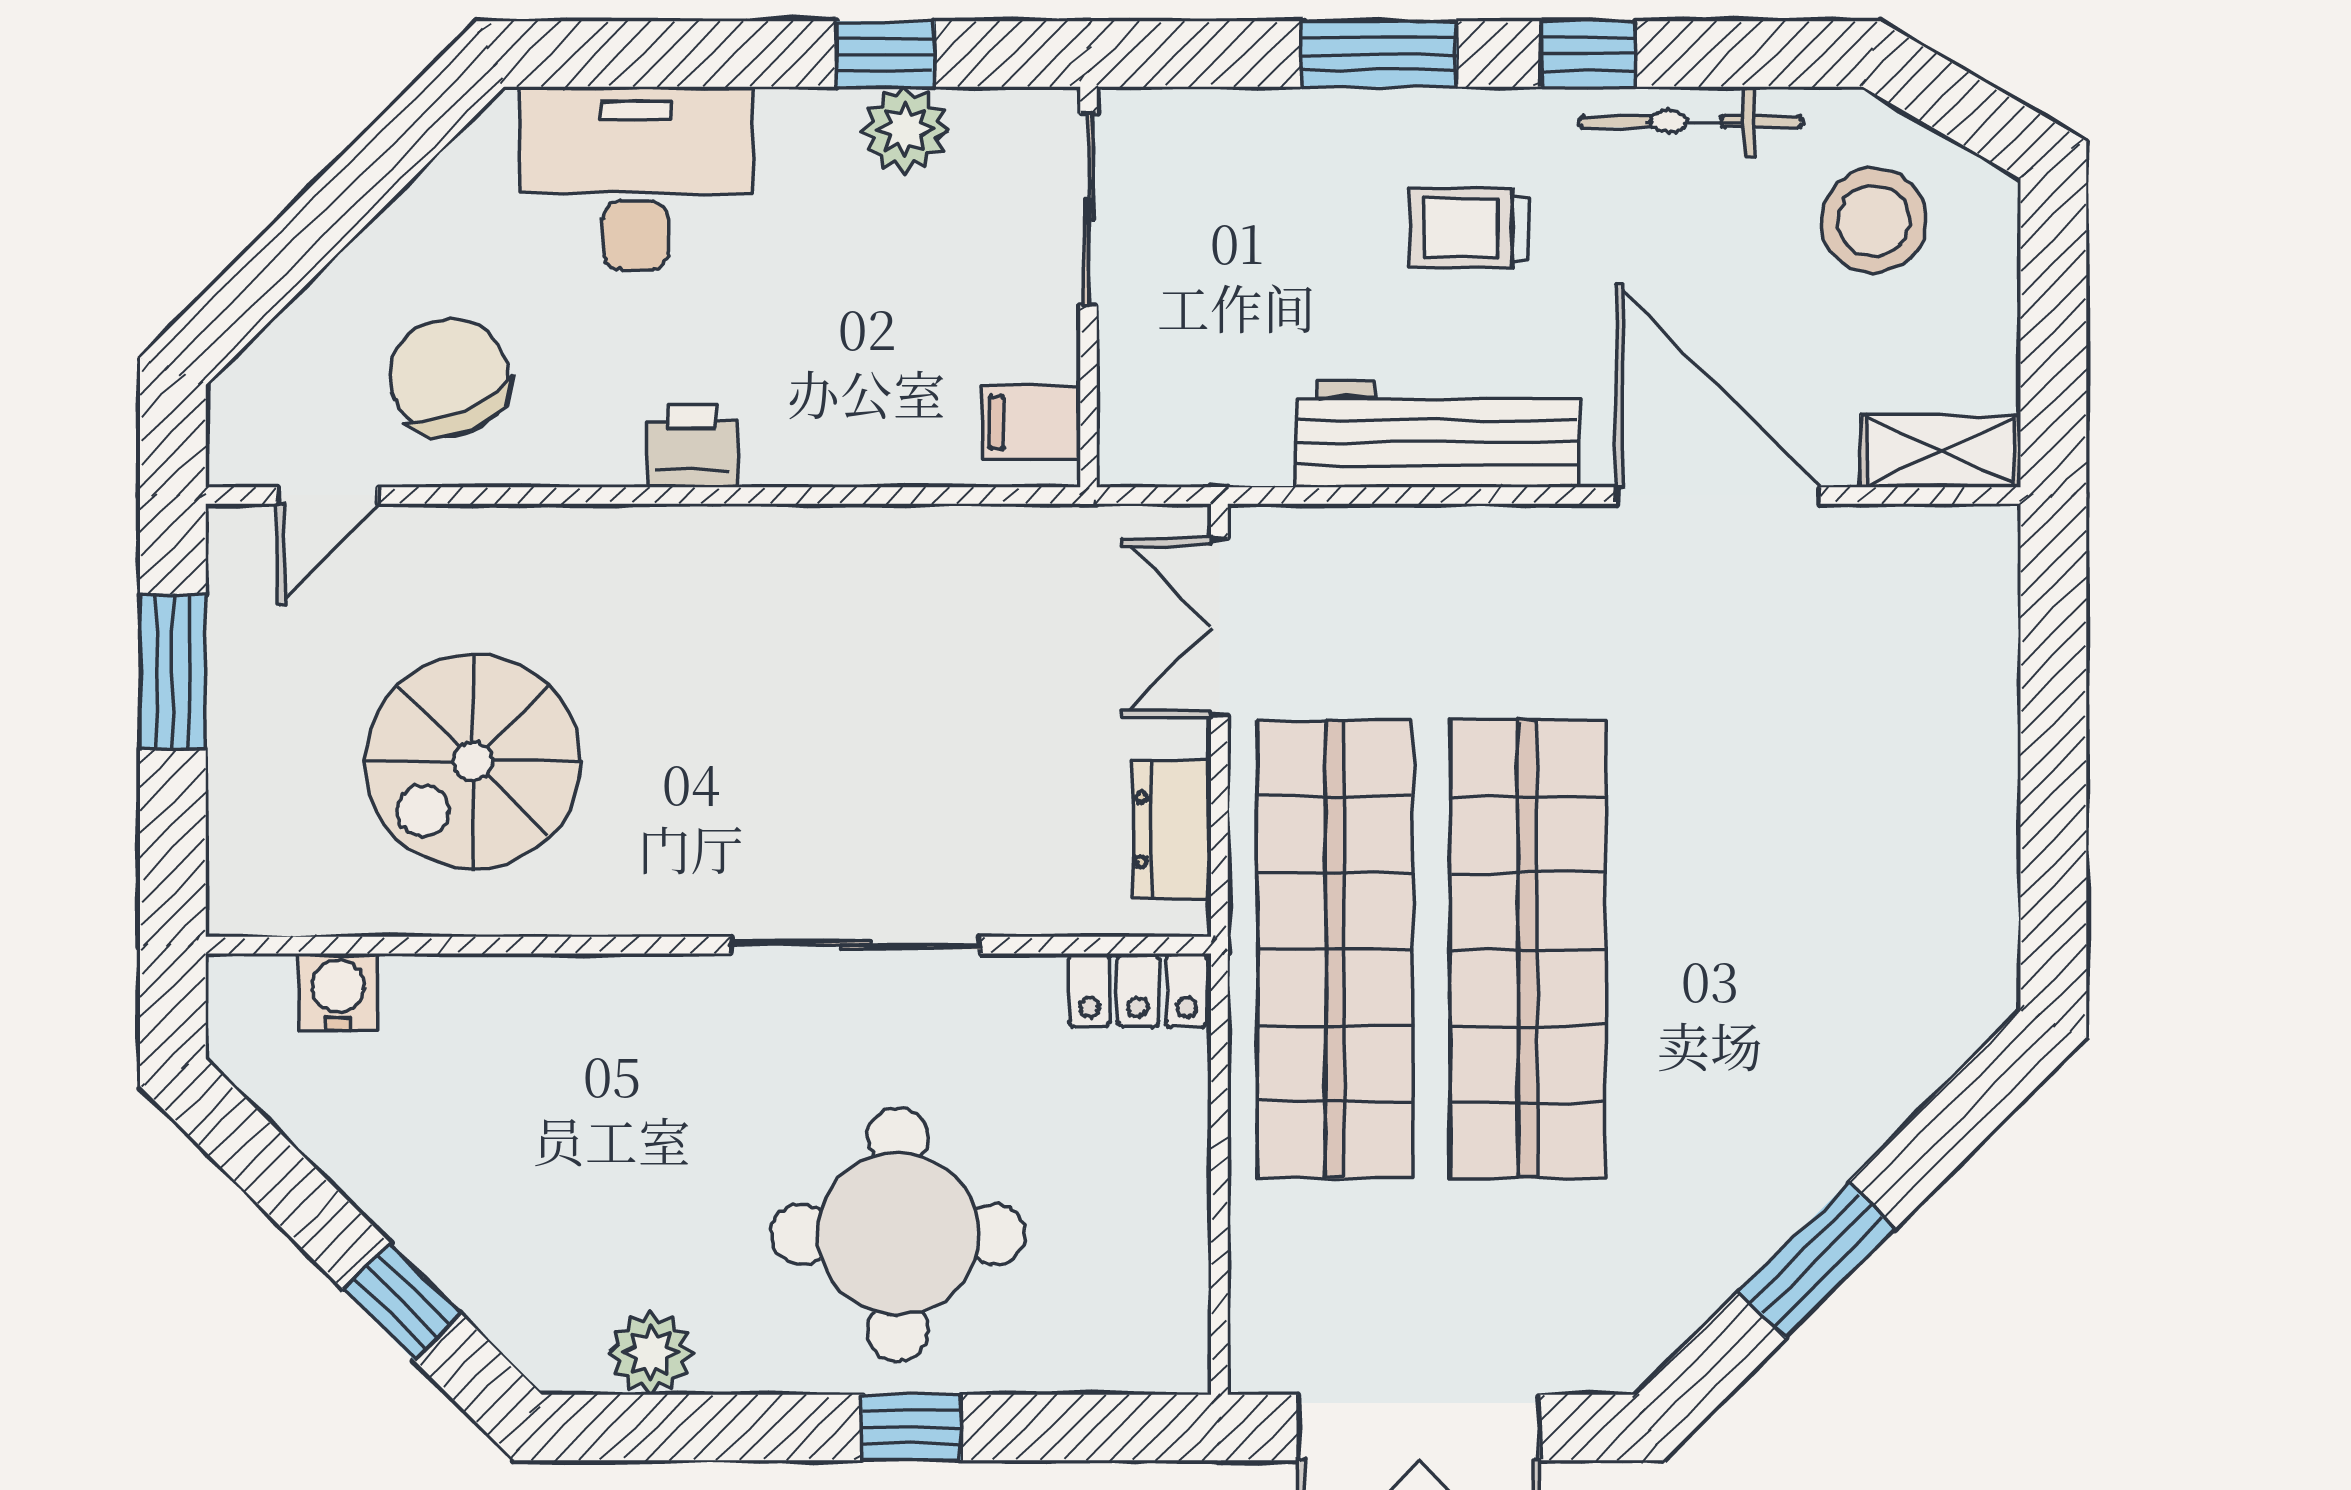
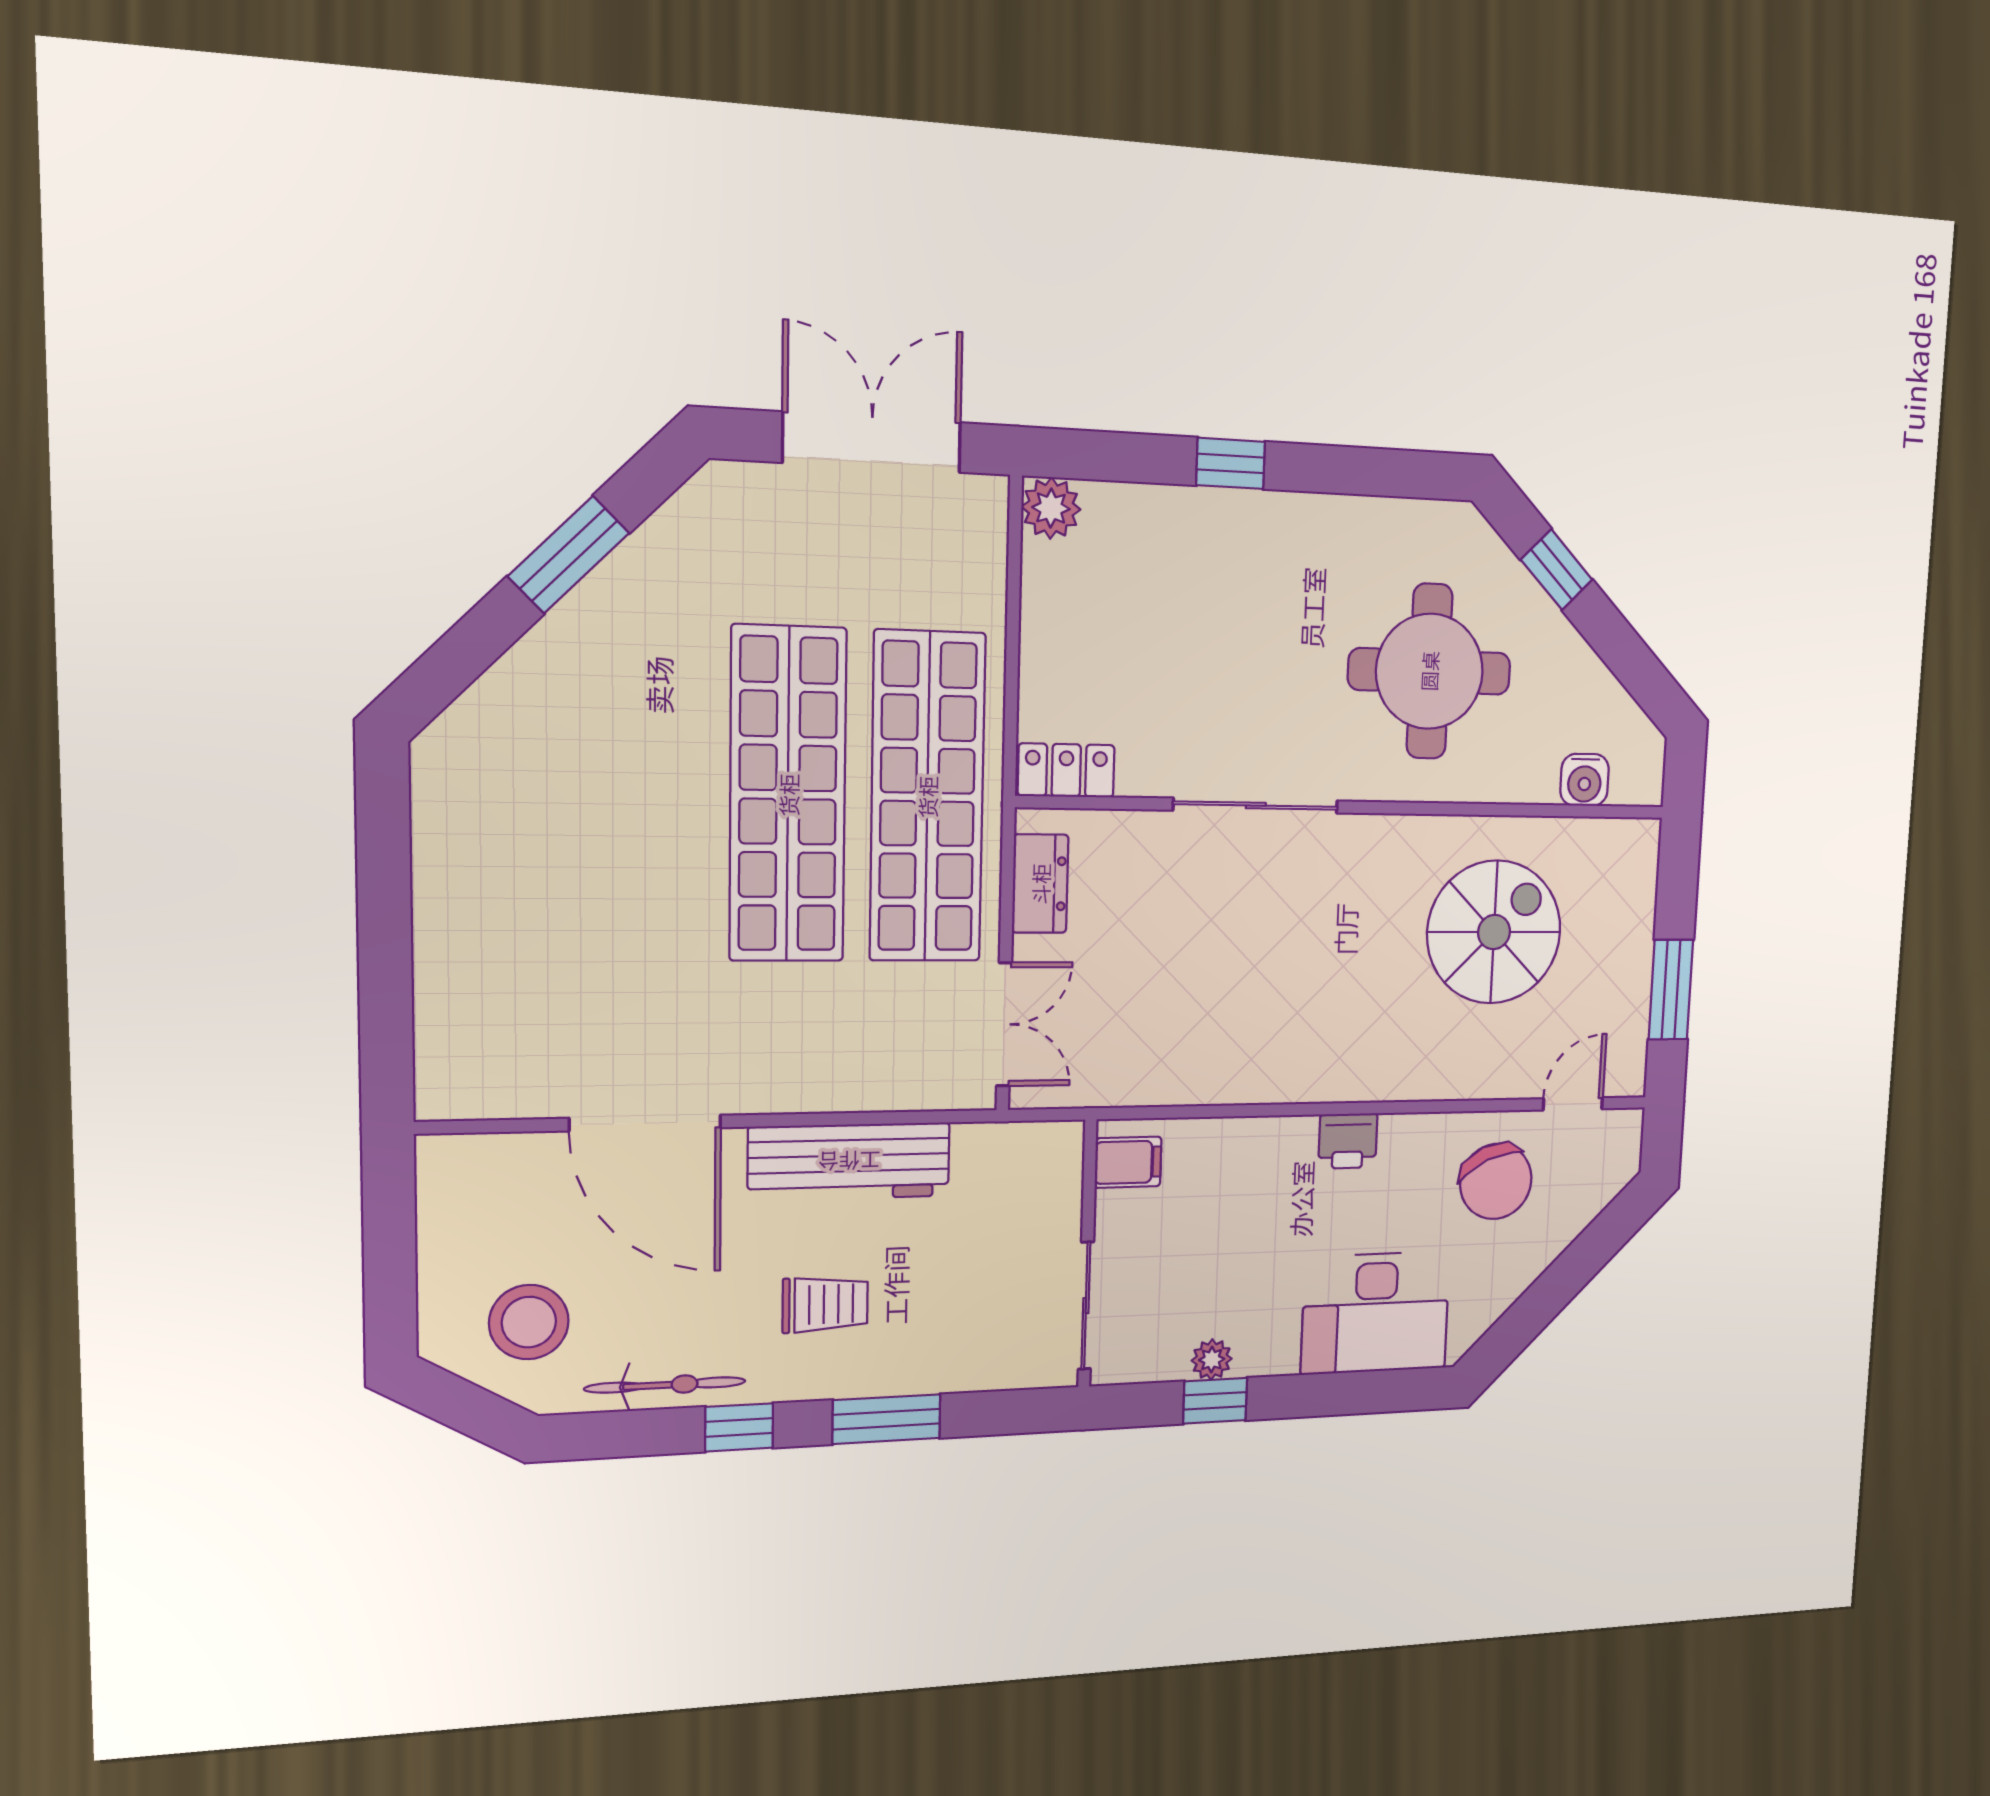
plant: (905, 130) -> (1212, 1360), width x0.73, depth x0.73
shelving: (1940, 451) -> (476, 1159), removed
round table: (898, 1234) -> (1429, 671), moved
plant: (651, 1353) -> (1051, 508), moved

